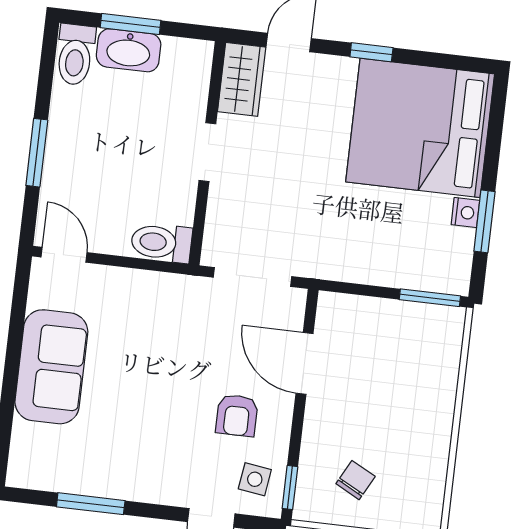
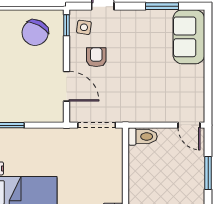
doorway: (207, 152) -> (125, 183), removed
sofa: (51, 367) -> (189, 37), moved
chair: (356, 480) -> (35, 33), width x1.87, depth x1.87

